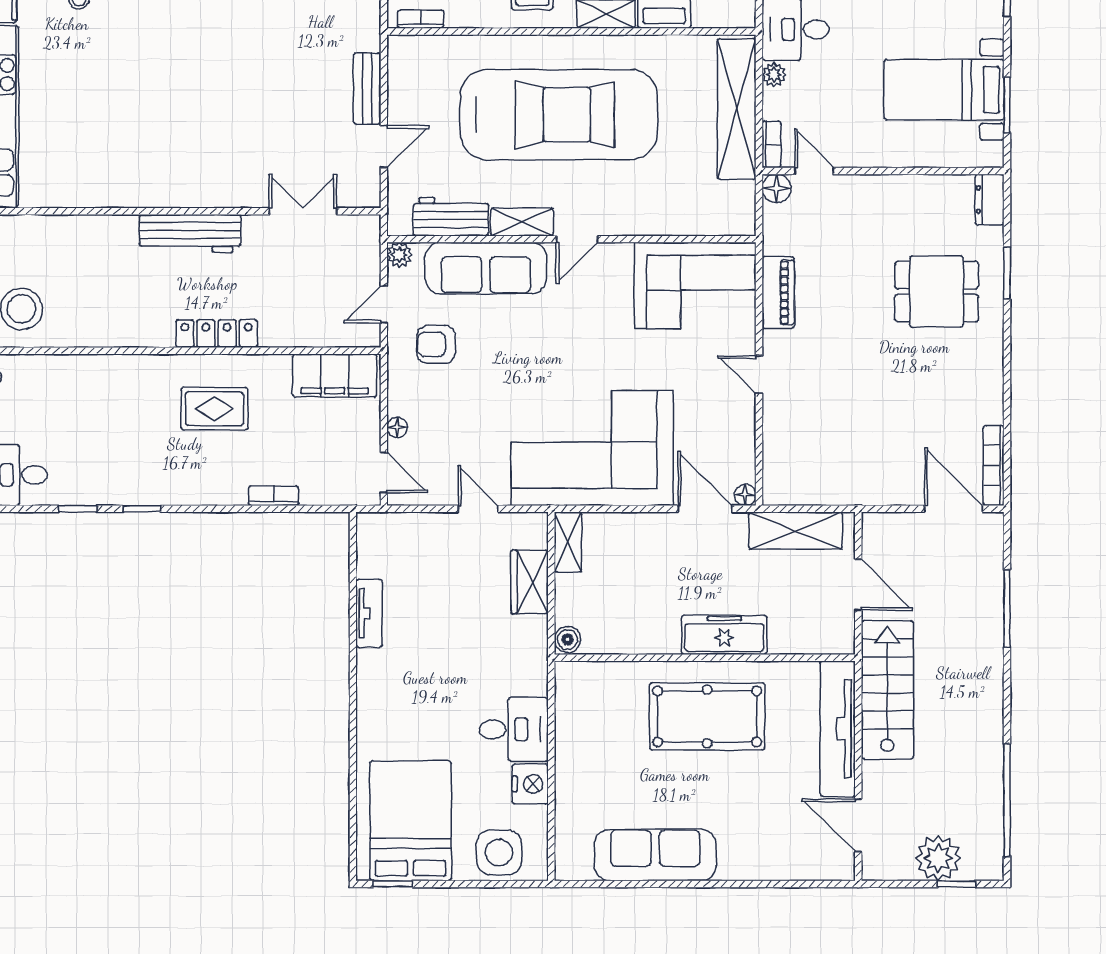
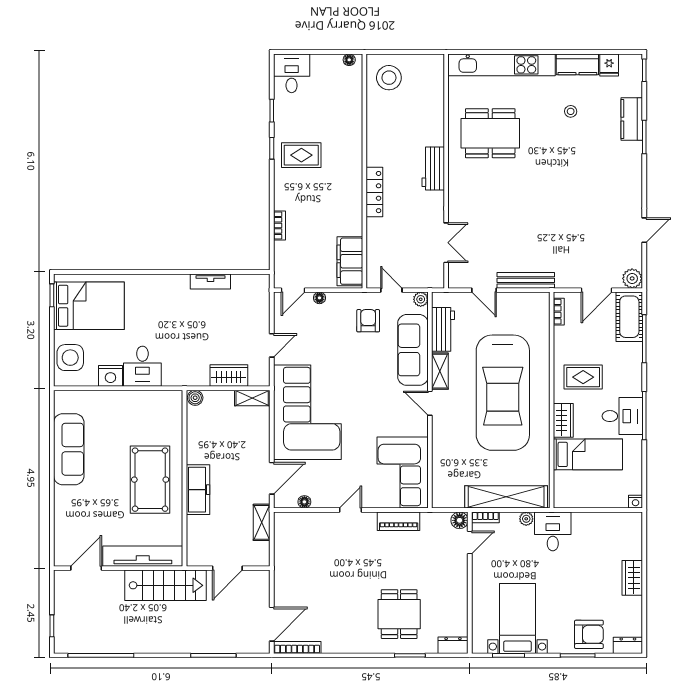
bench: (367, 88) -> (526, 280), width x1.36
dining table: (116, 136) -> (490, 133), added
workbench: (190, 233) -> (433, 168), width x0.73
rug: (214, 409) -> (301, 155), moved, turned 90
floor lamp: (745, 495) -> (304, 502), moved
shelving: (796, 531) -> (262, 522), width x0.67, depth x0.75
plant: (938, 858) -> (67, 615), removed

